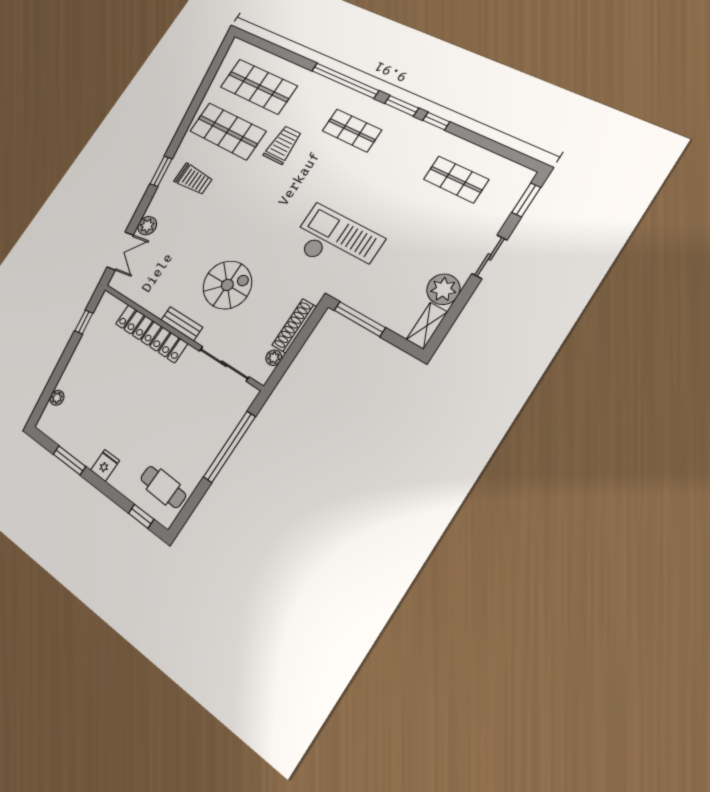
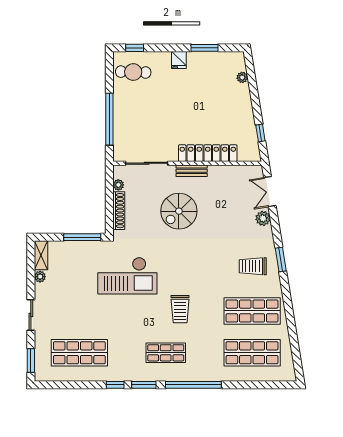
trolley: (283, 145) -> (180, 309), moved
shop shelf: (456, 179) -> (79, 353), width x1.43, depth x1.36
plant: (443, 289) -> (40, 277), width x0.53, depth x0.53

